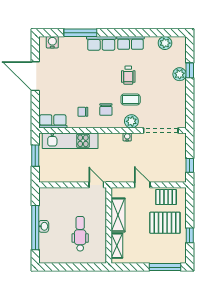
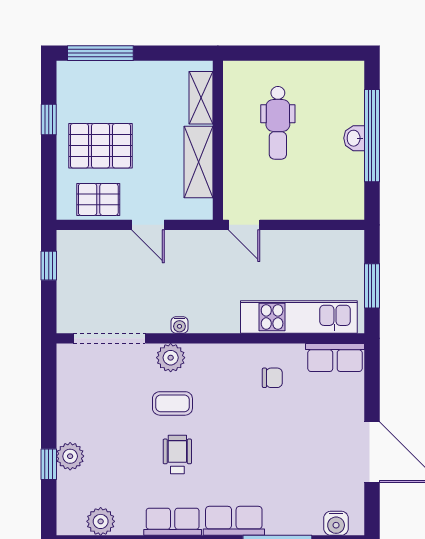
chair: (106, 109) -> (224, 382), removed

